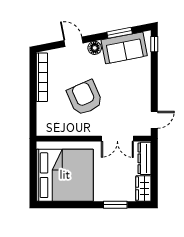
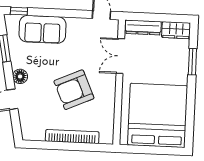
sofa: (124, 48) -> (42, 29), moved, turned 101
bookcase: (42, 77) -> (72, 137), moved
double door: (117, 139) -> (120, 56), swing flipped

